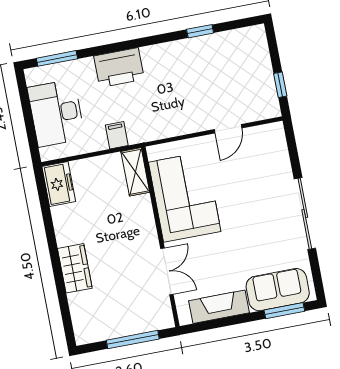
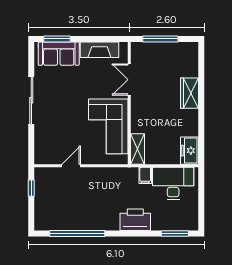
window: (200, 31) -> (77, 233), width x3.17
desk: (56, 113) -> (173, 183), moved, turned -90

